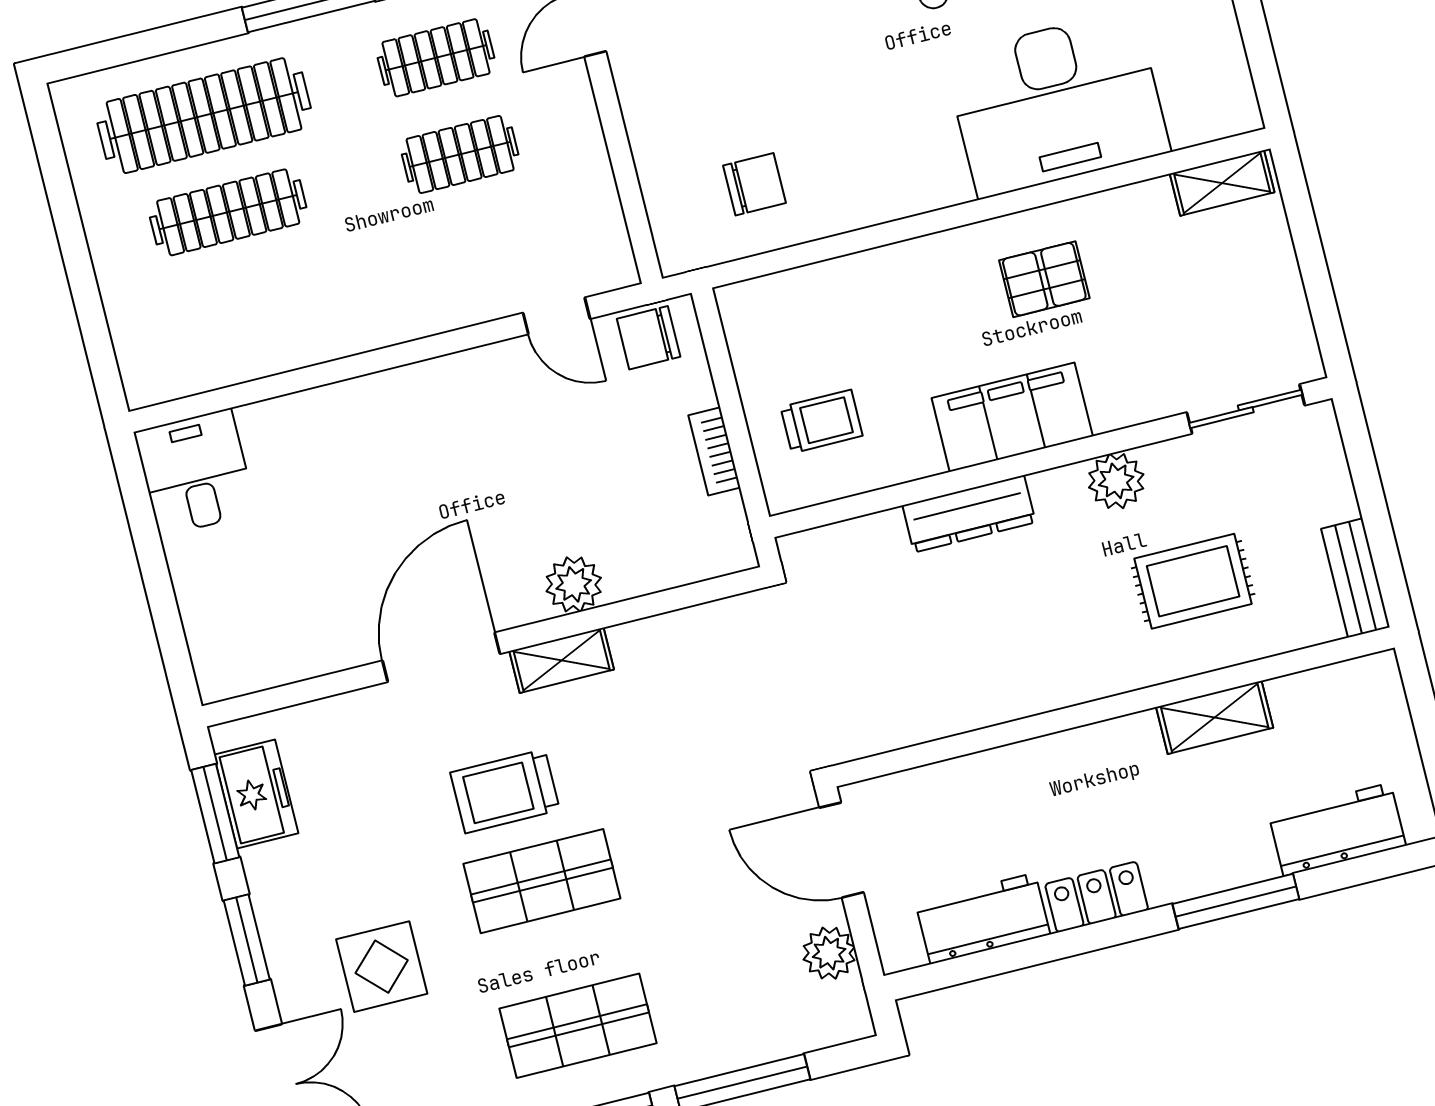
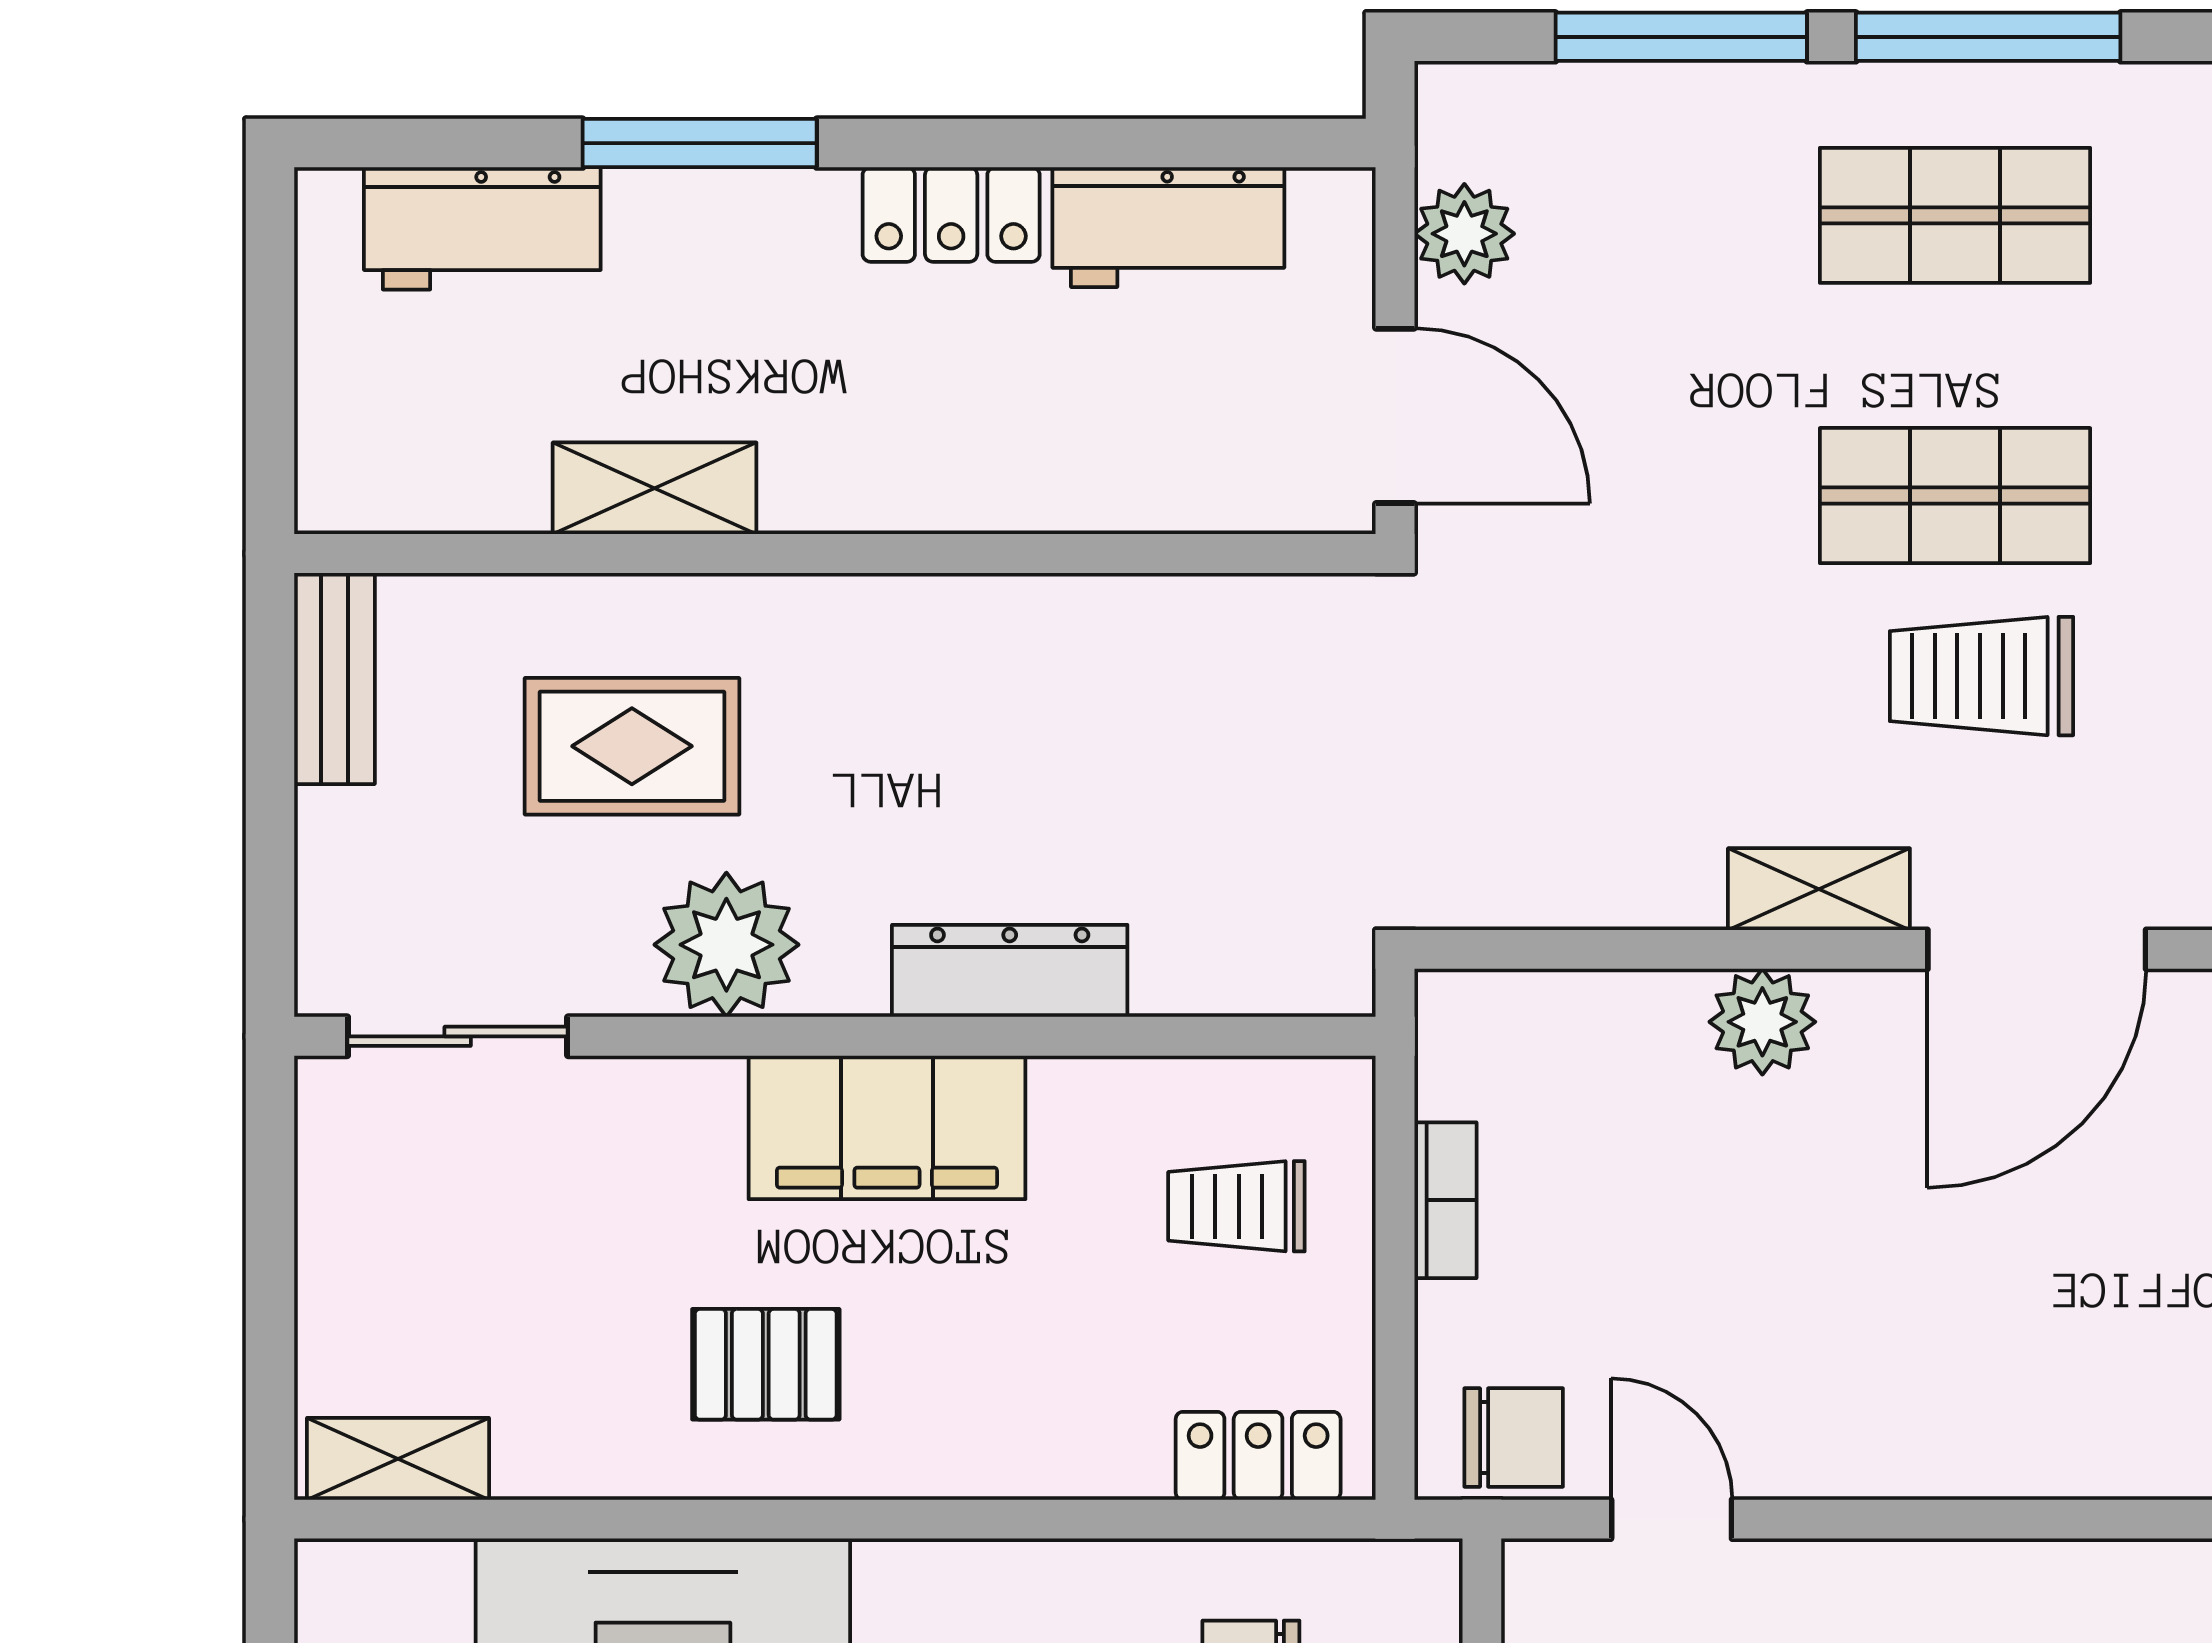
locker: (778, 295) -> (1258, 1456), added
plant: (1116, 481) -> (726, 945), width x1.36, depth x1.36
trolley: (505, 791) -> (1982, 676), turned 180

